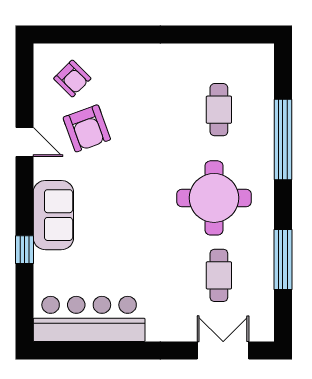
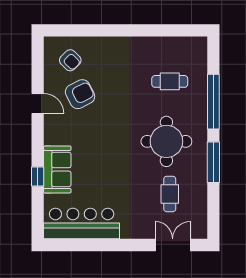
cafe table: (219, 110) -> (170, 81), turned 90
armchair: (87, 128) -> (80, 94), turned -97
sofa: (53, 215) -> (57, 169), moved
window: (283, 259) -> (213, 162), moved

